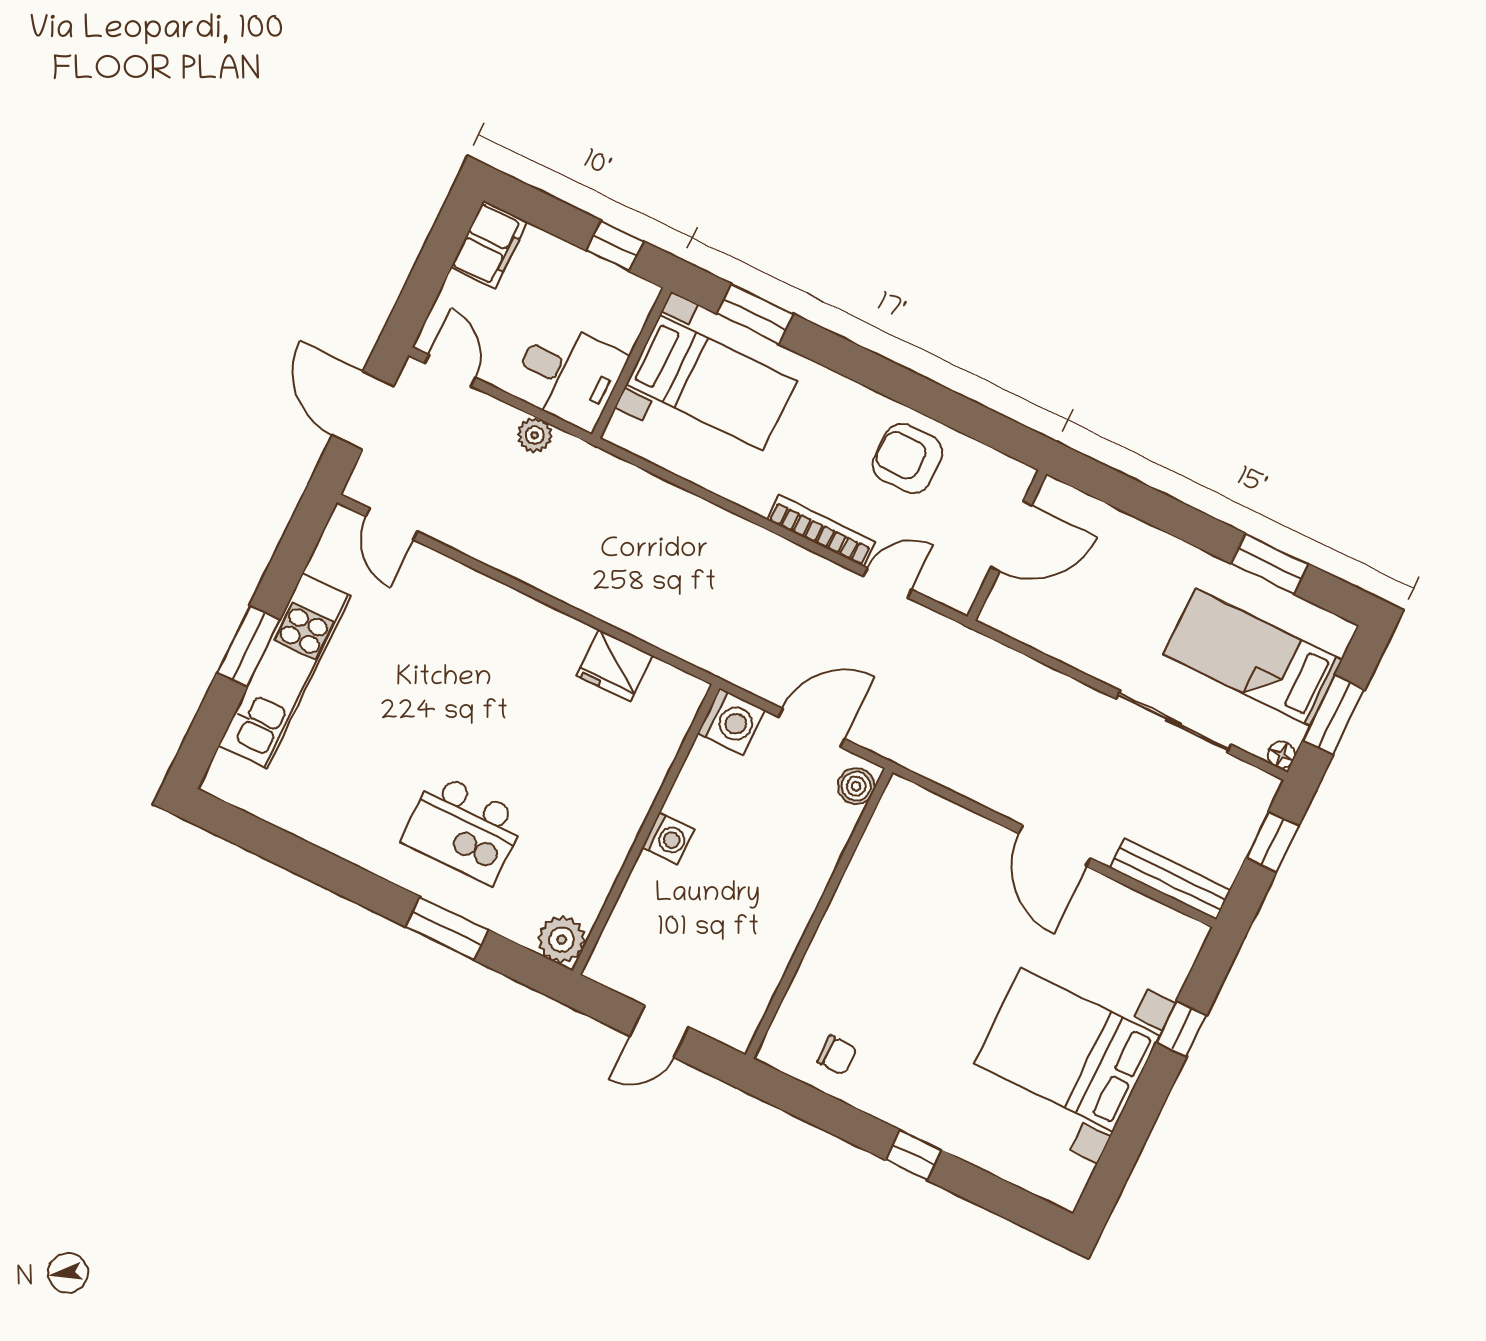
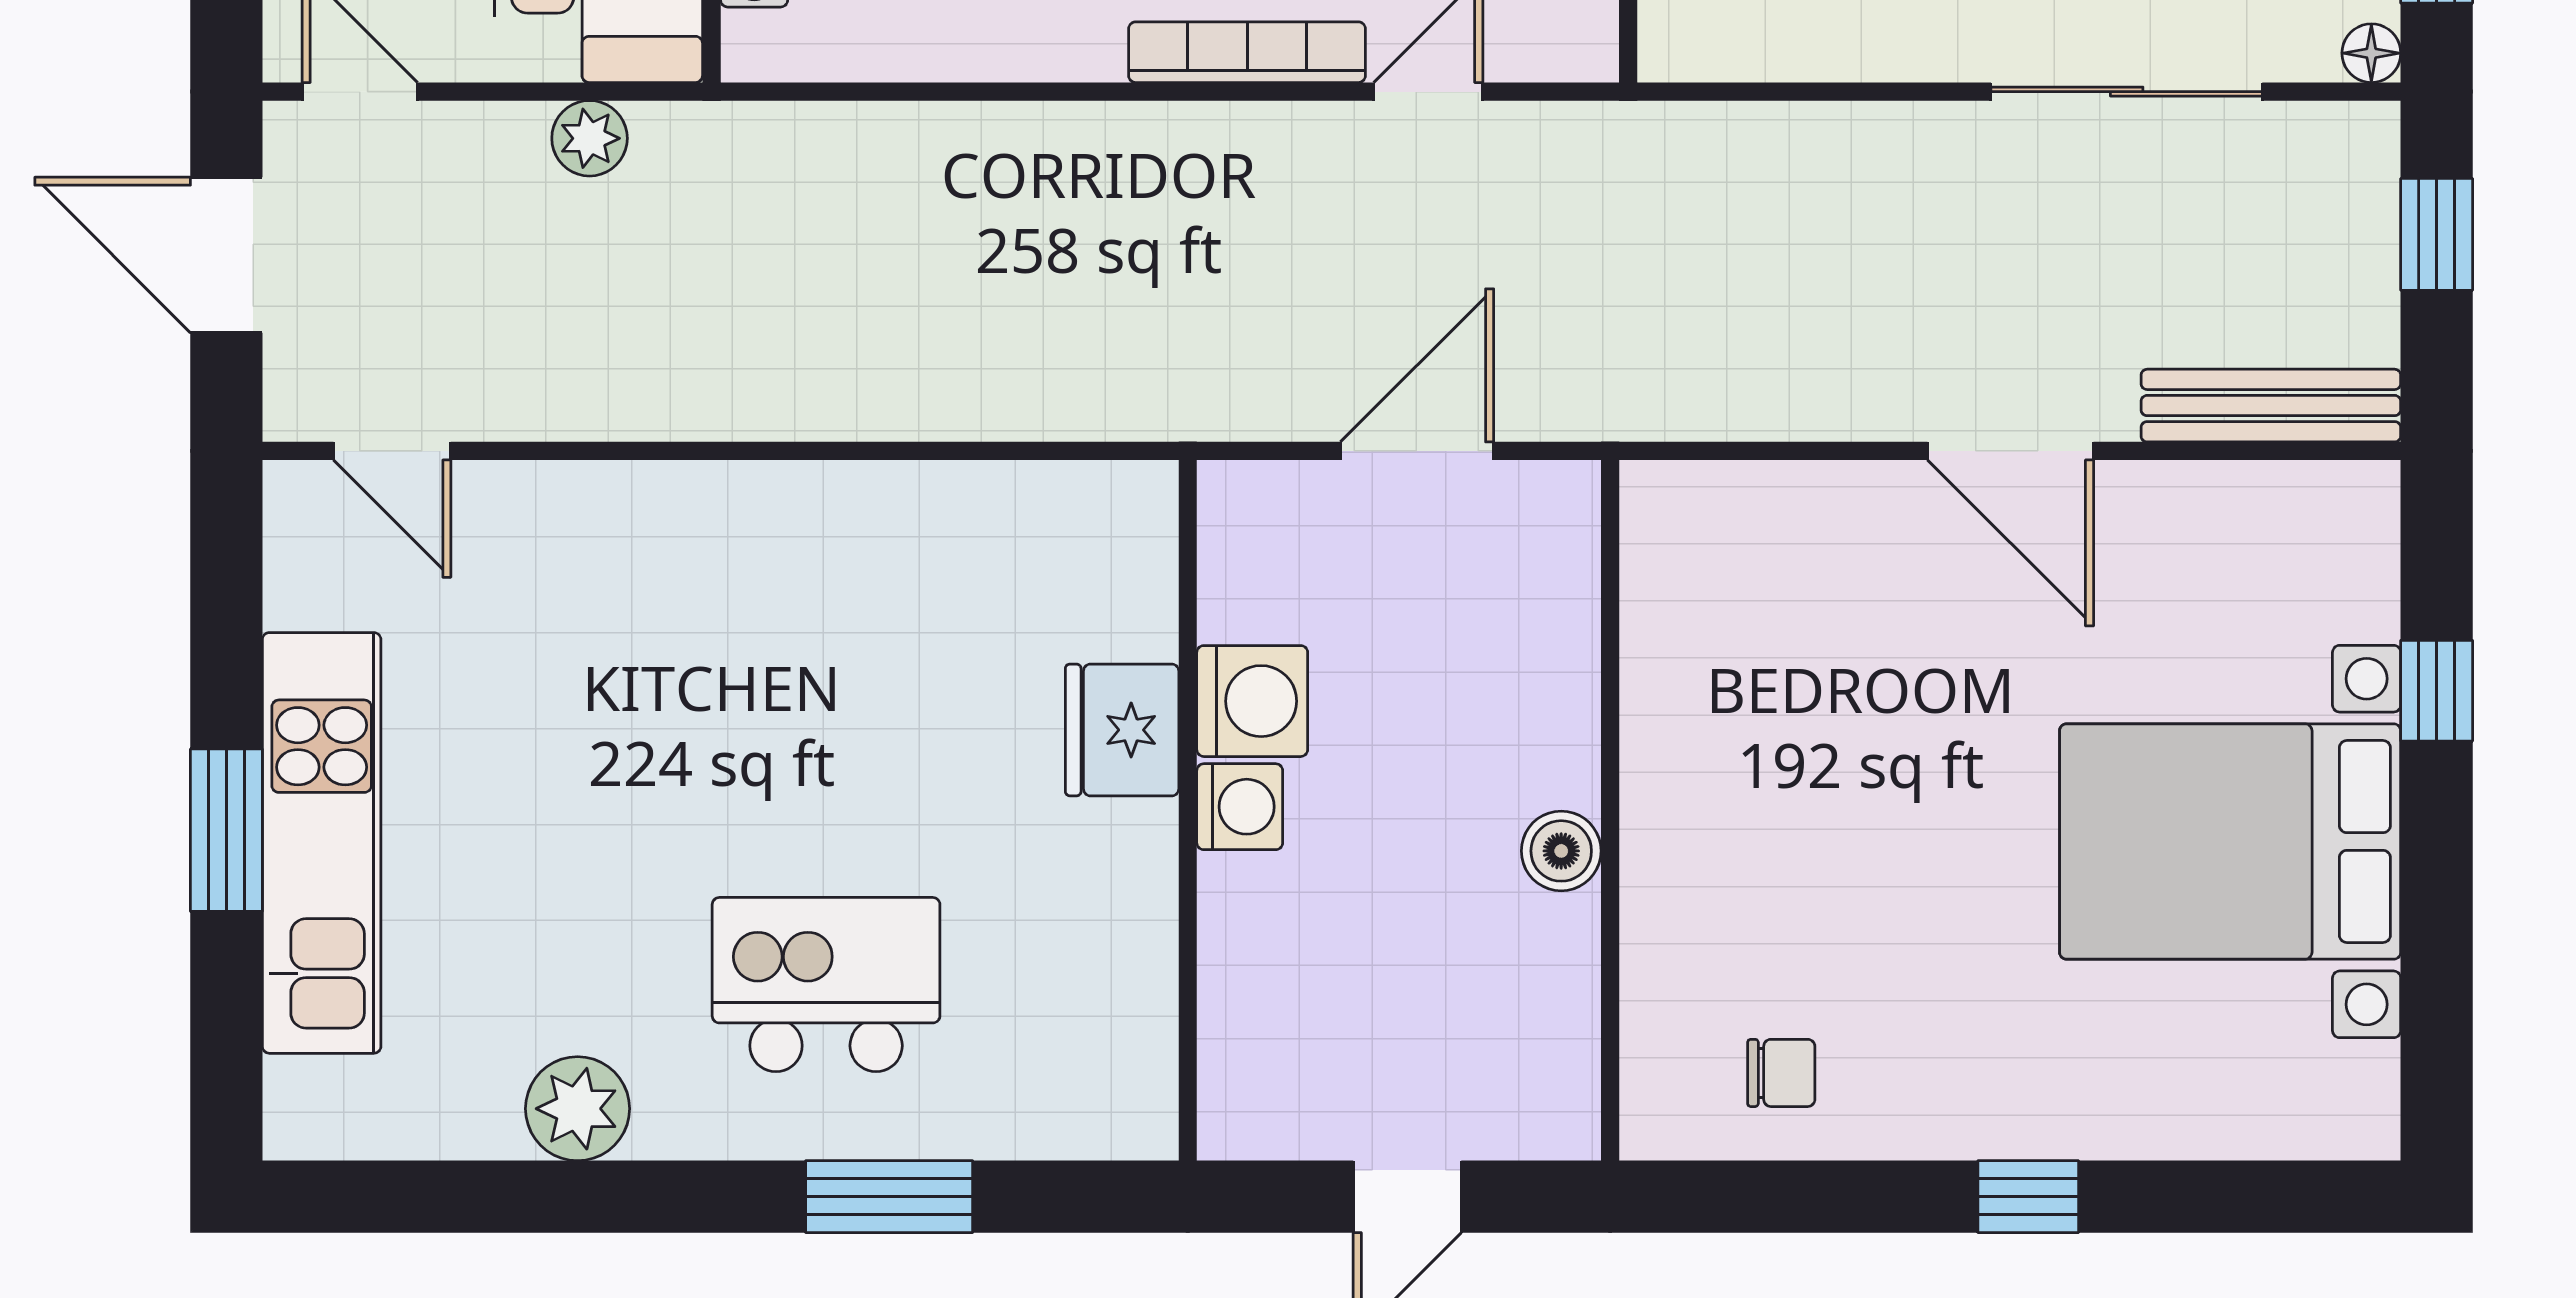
fridge: (615, 666) -> (1122, 730), moved, turned 90
washing machine: (731, 721) -> (1252, 701), moved
boiler: (856, 786) -> (1561, 851), moved
kitchen island: (463, 829) -> (826, 985), turned 180
plant: (562, 940) -> (578, 1109), moved

